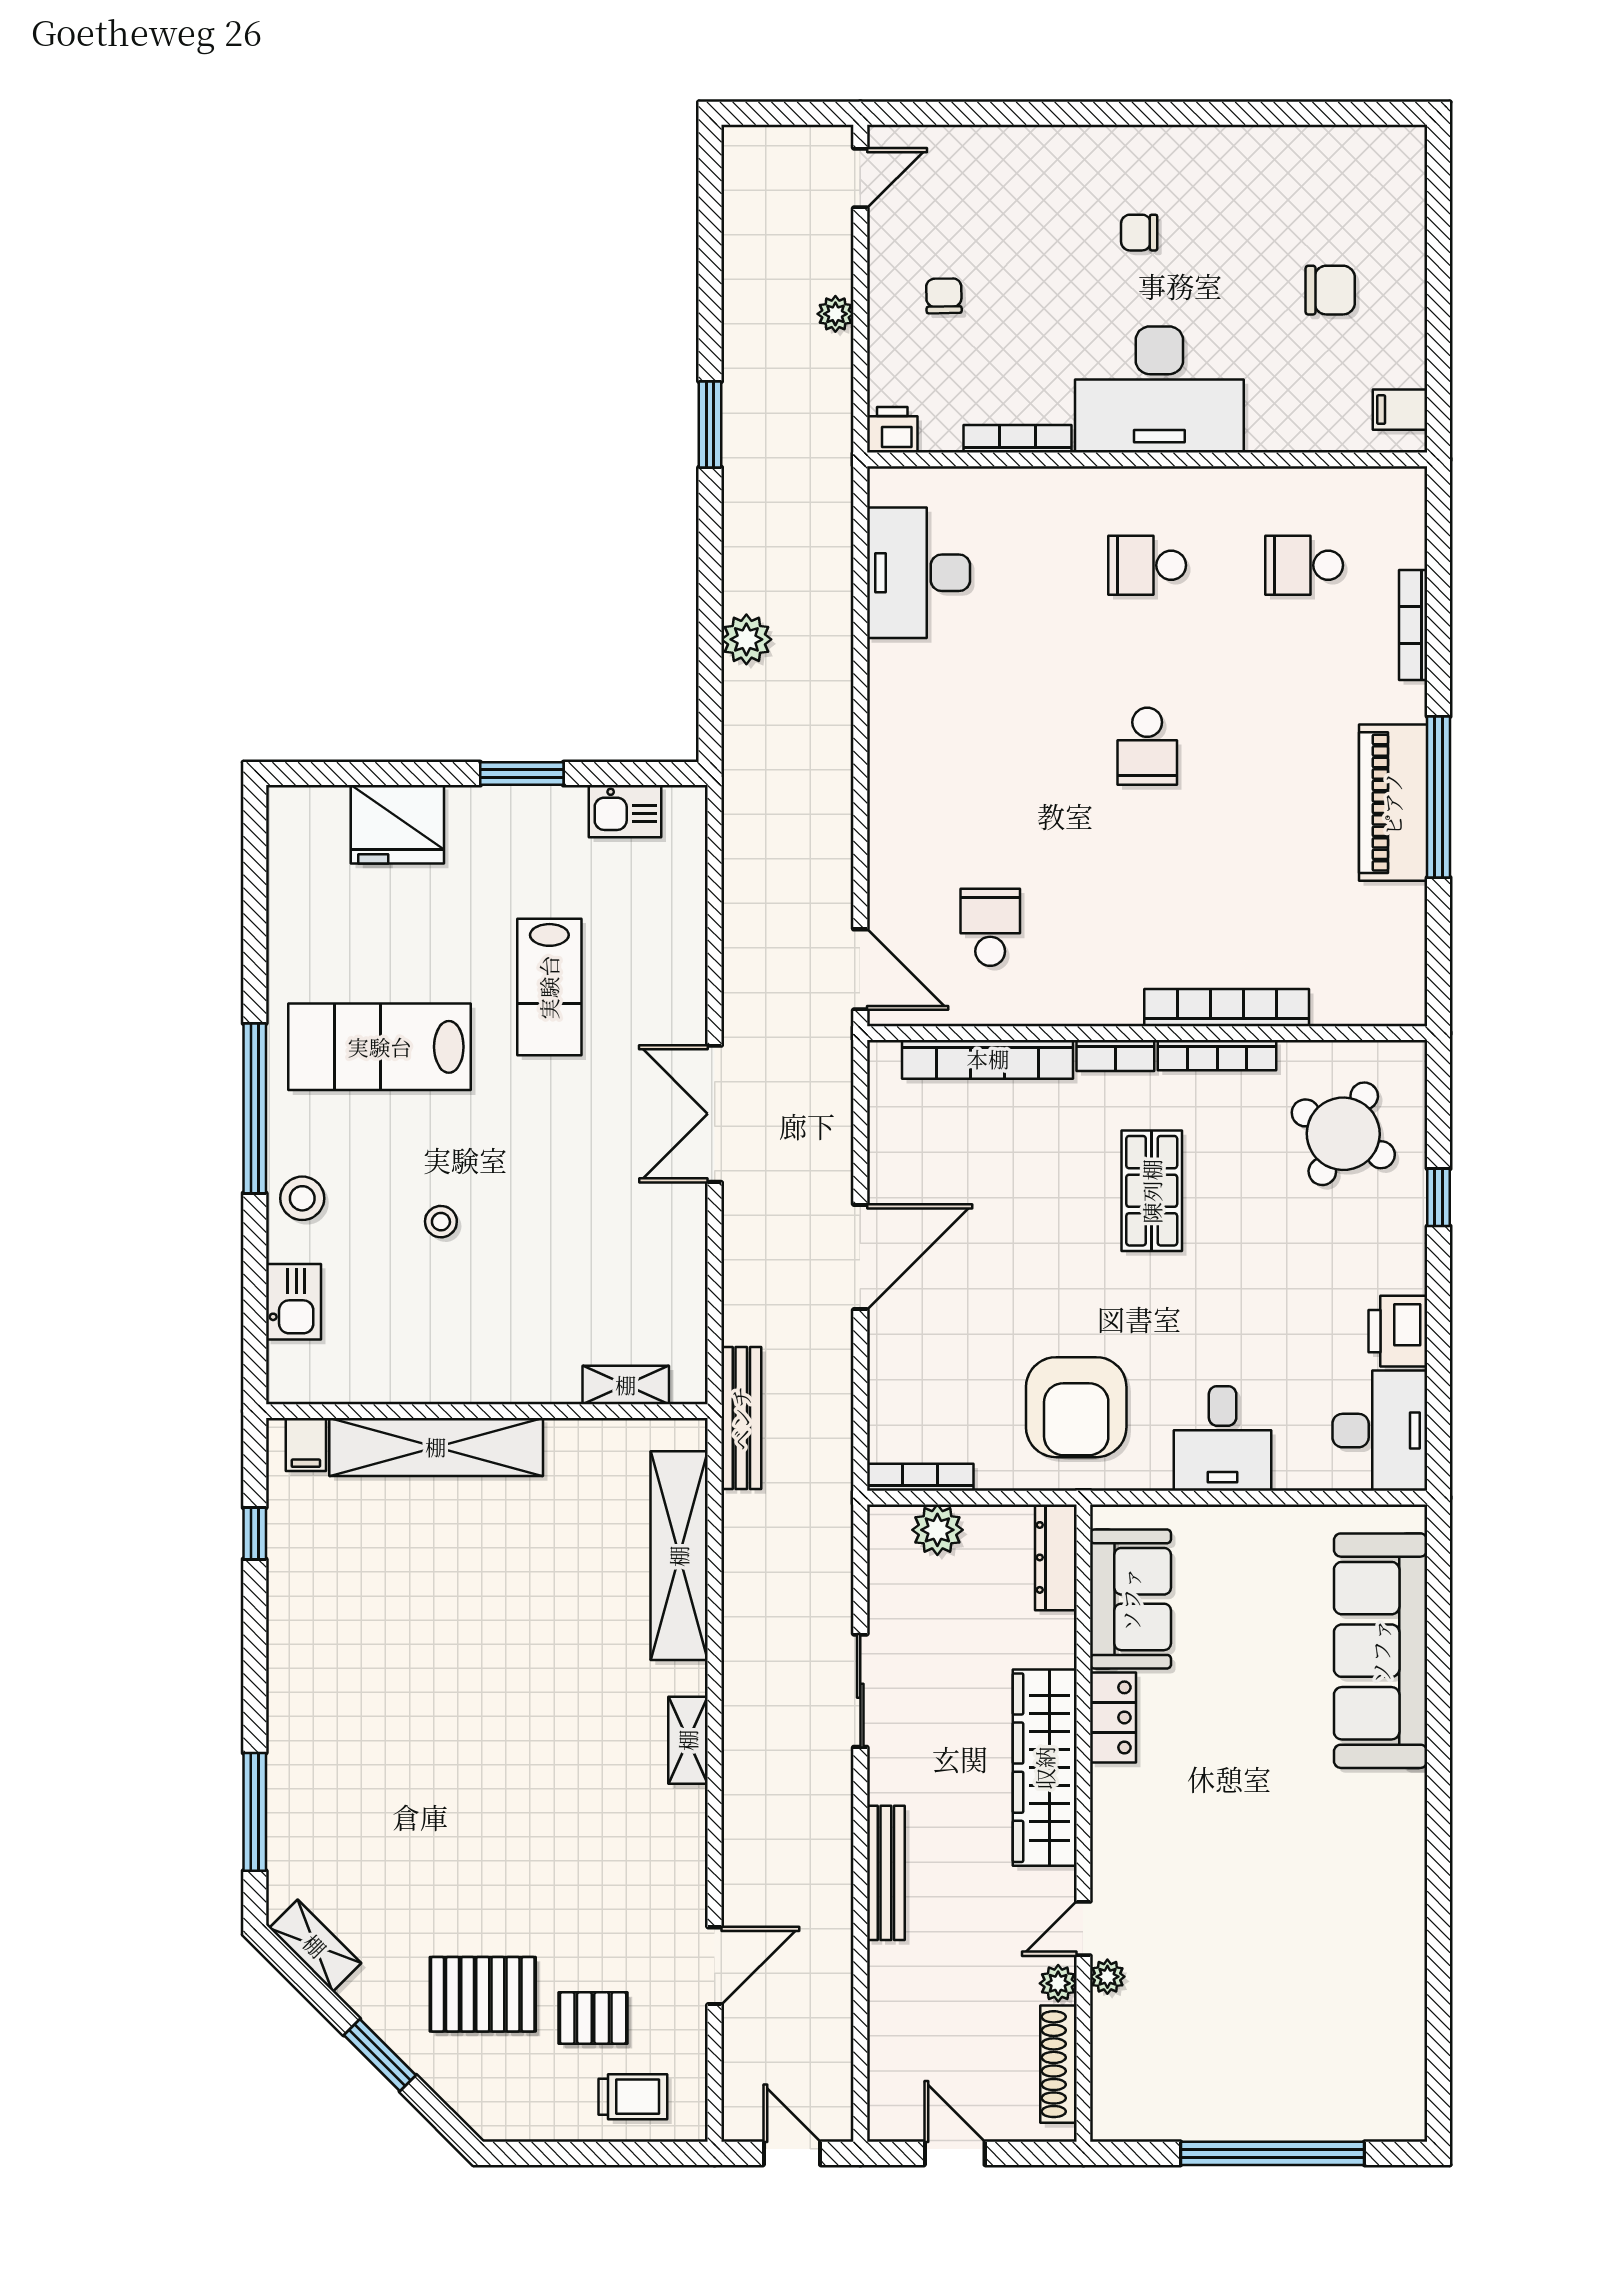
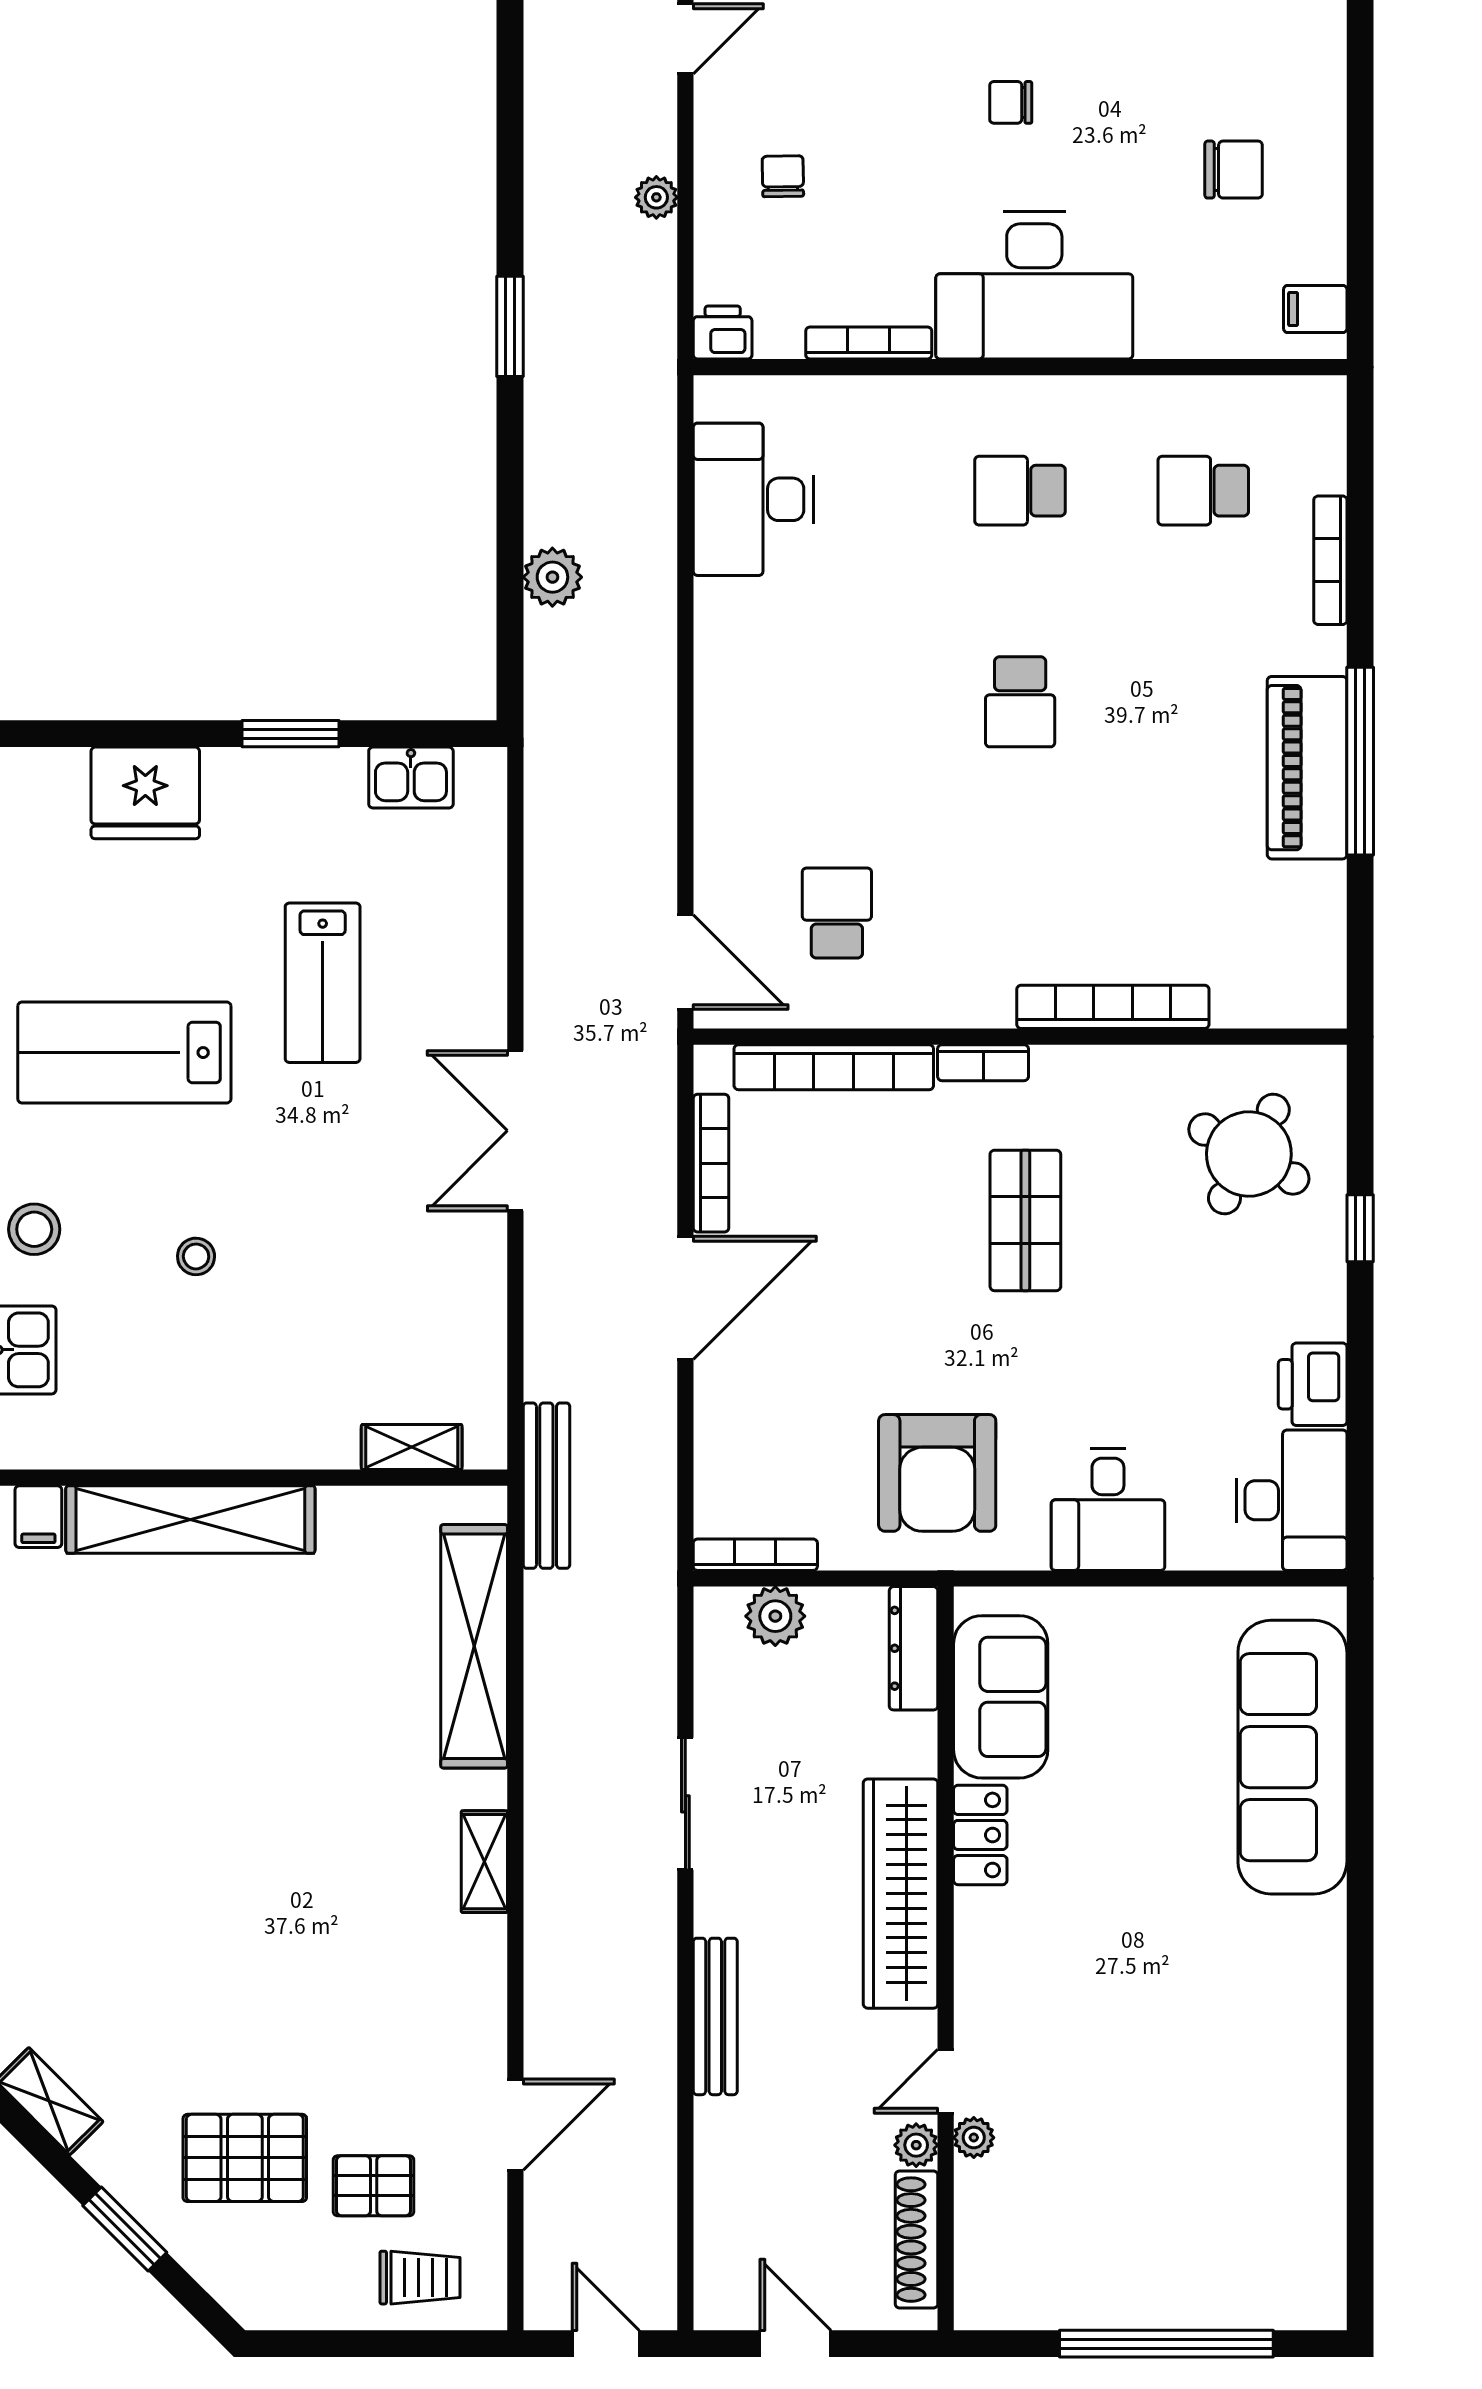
bookcase: (1217, 1055) -> (711, 1163), moved, turned -90

